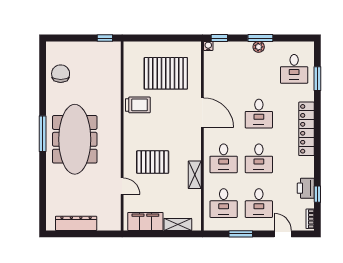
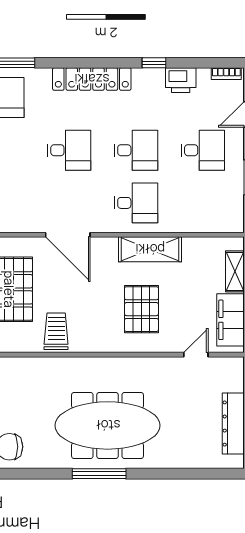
door: (202, 113) -> (68, 235), swing flipped
shelving: (195, 175) -> (150, 249), width x1.50, depth x1.33
door: (122, 186) -> (196, 355), moved
window: (317, 194) -> (154, 63), moved
desk: (224, 203) -> (203, 203), removed

